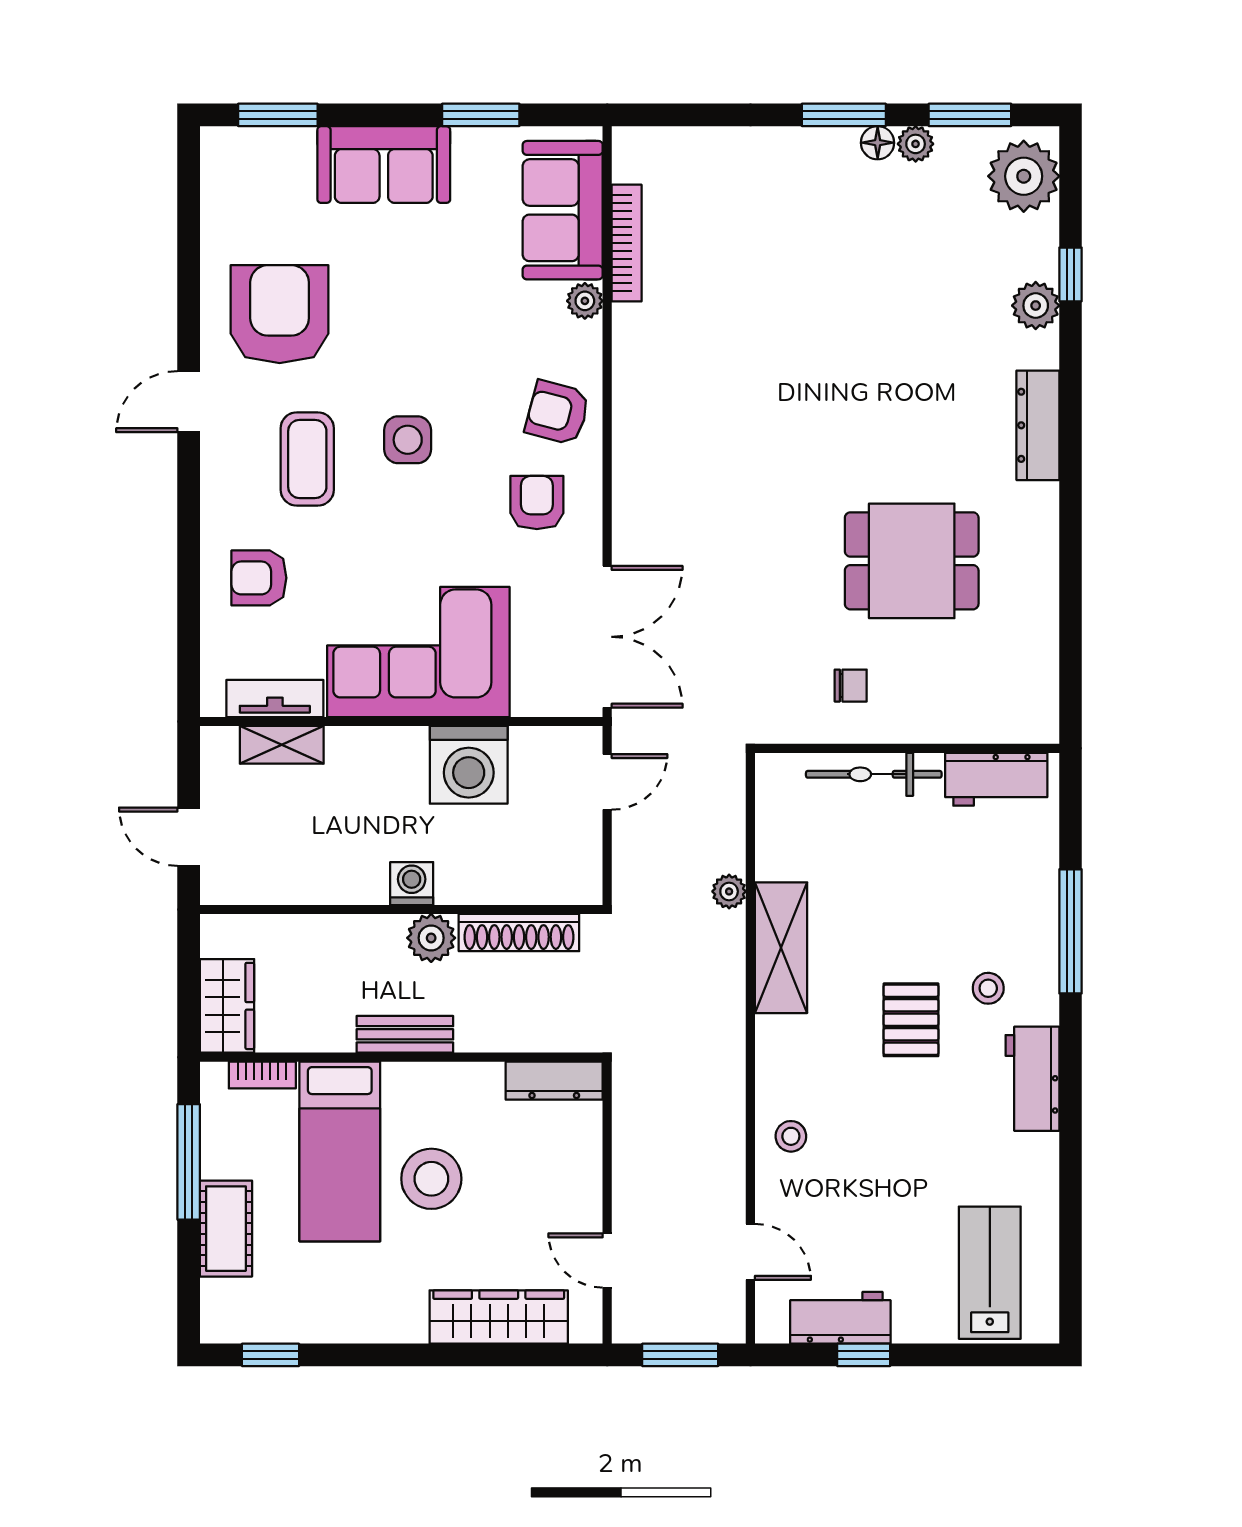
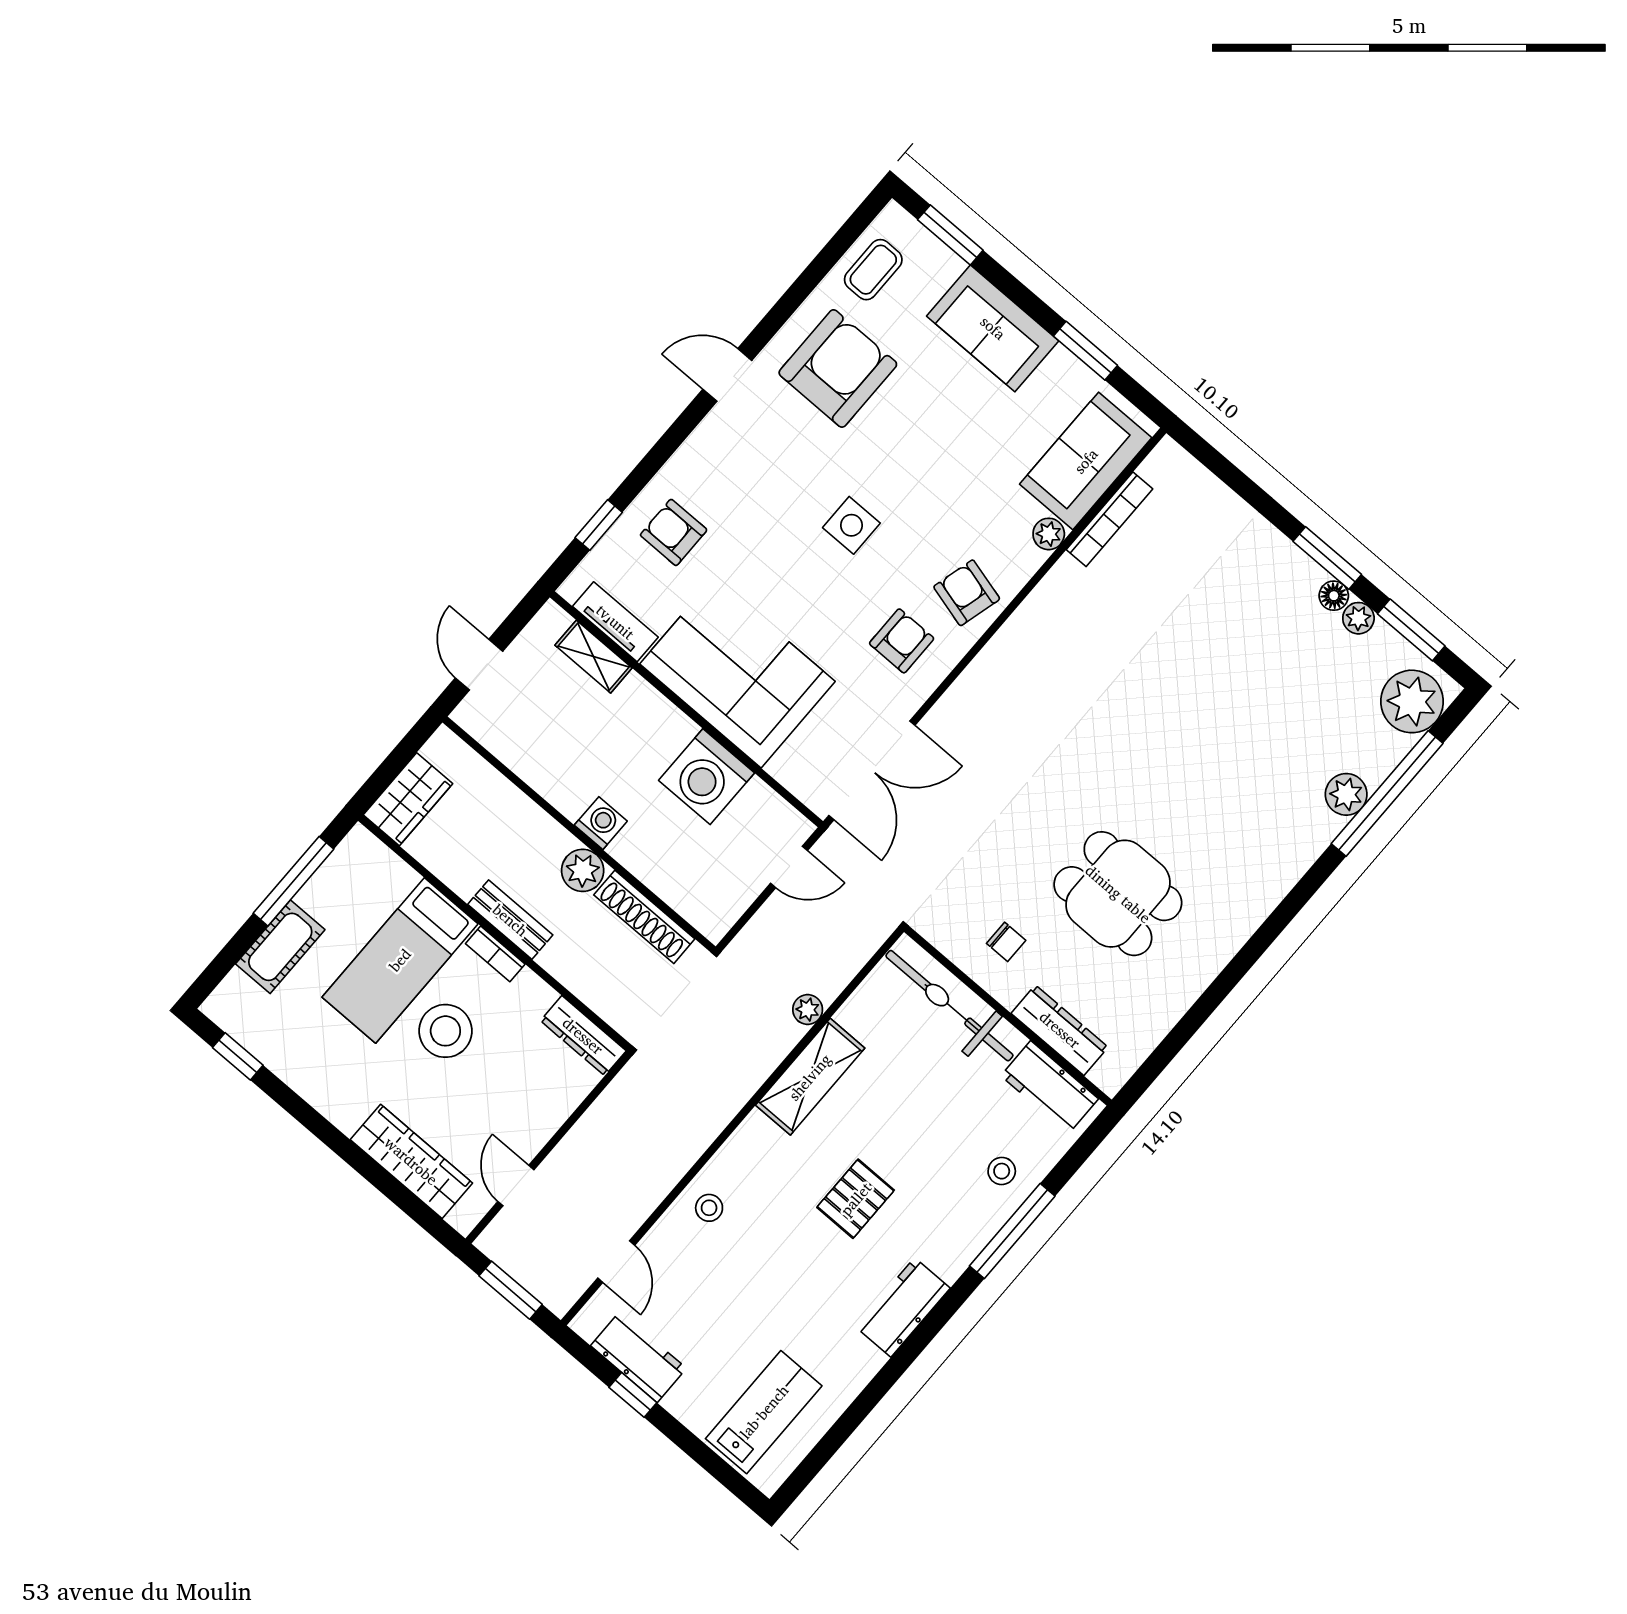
window: (1071, 274) -> (1387, 794), width x3.17
dresser: (1038, 425) -> (1060, 1030), moved, turned 90
coffee table: (307, 459) -> (873, 270), moved, width x0.73, depth x0.77
window: (189, 627) -> (599, 525), added
bicycle: (874, 774) -> (949, 1006), width x1.37, depth x1.40
stool: (988, 988) -> (1002, 1171), moved
bookcase: (262, 1075) -> (495, 954), moved

